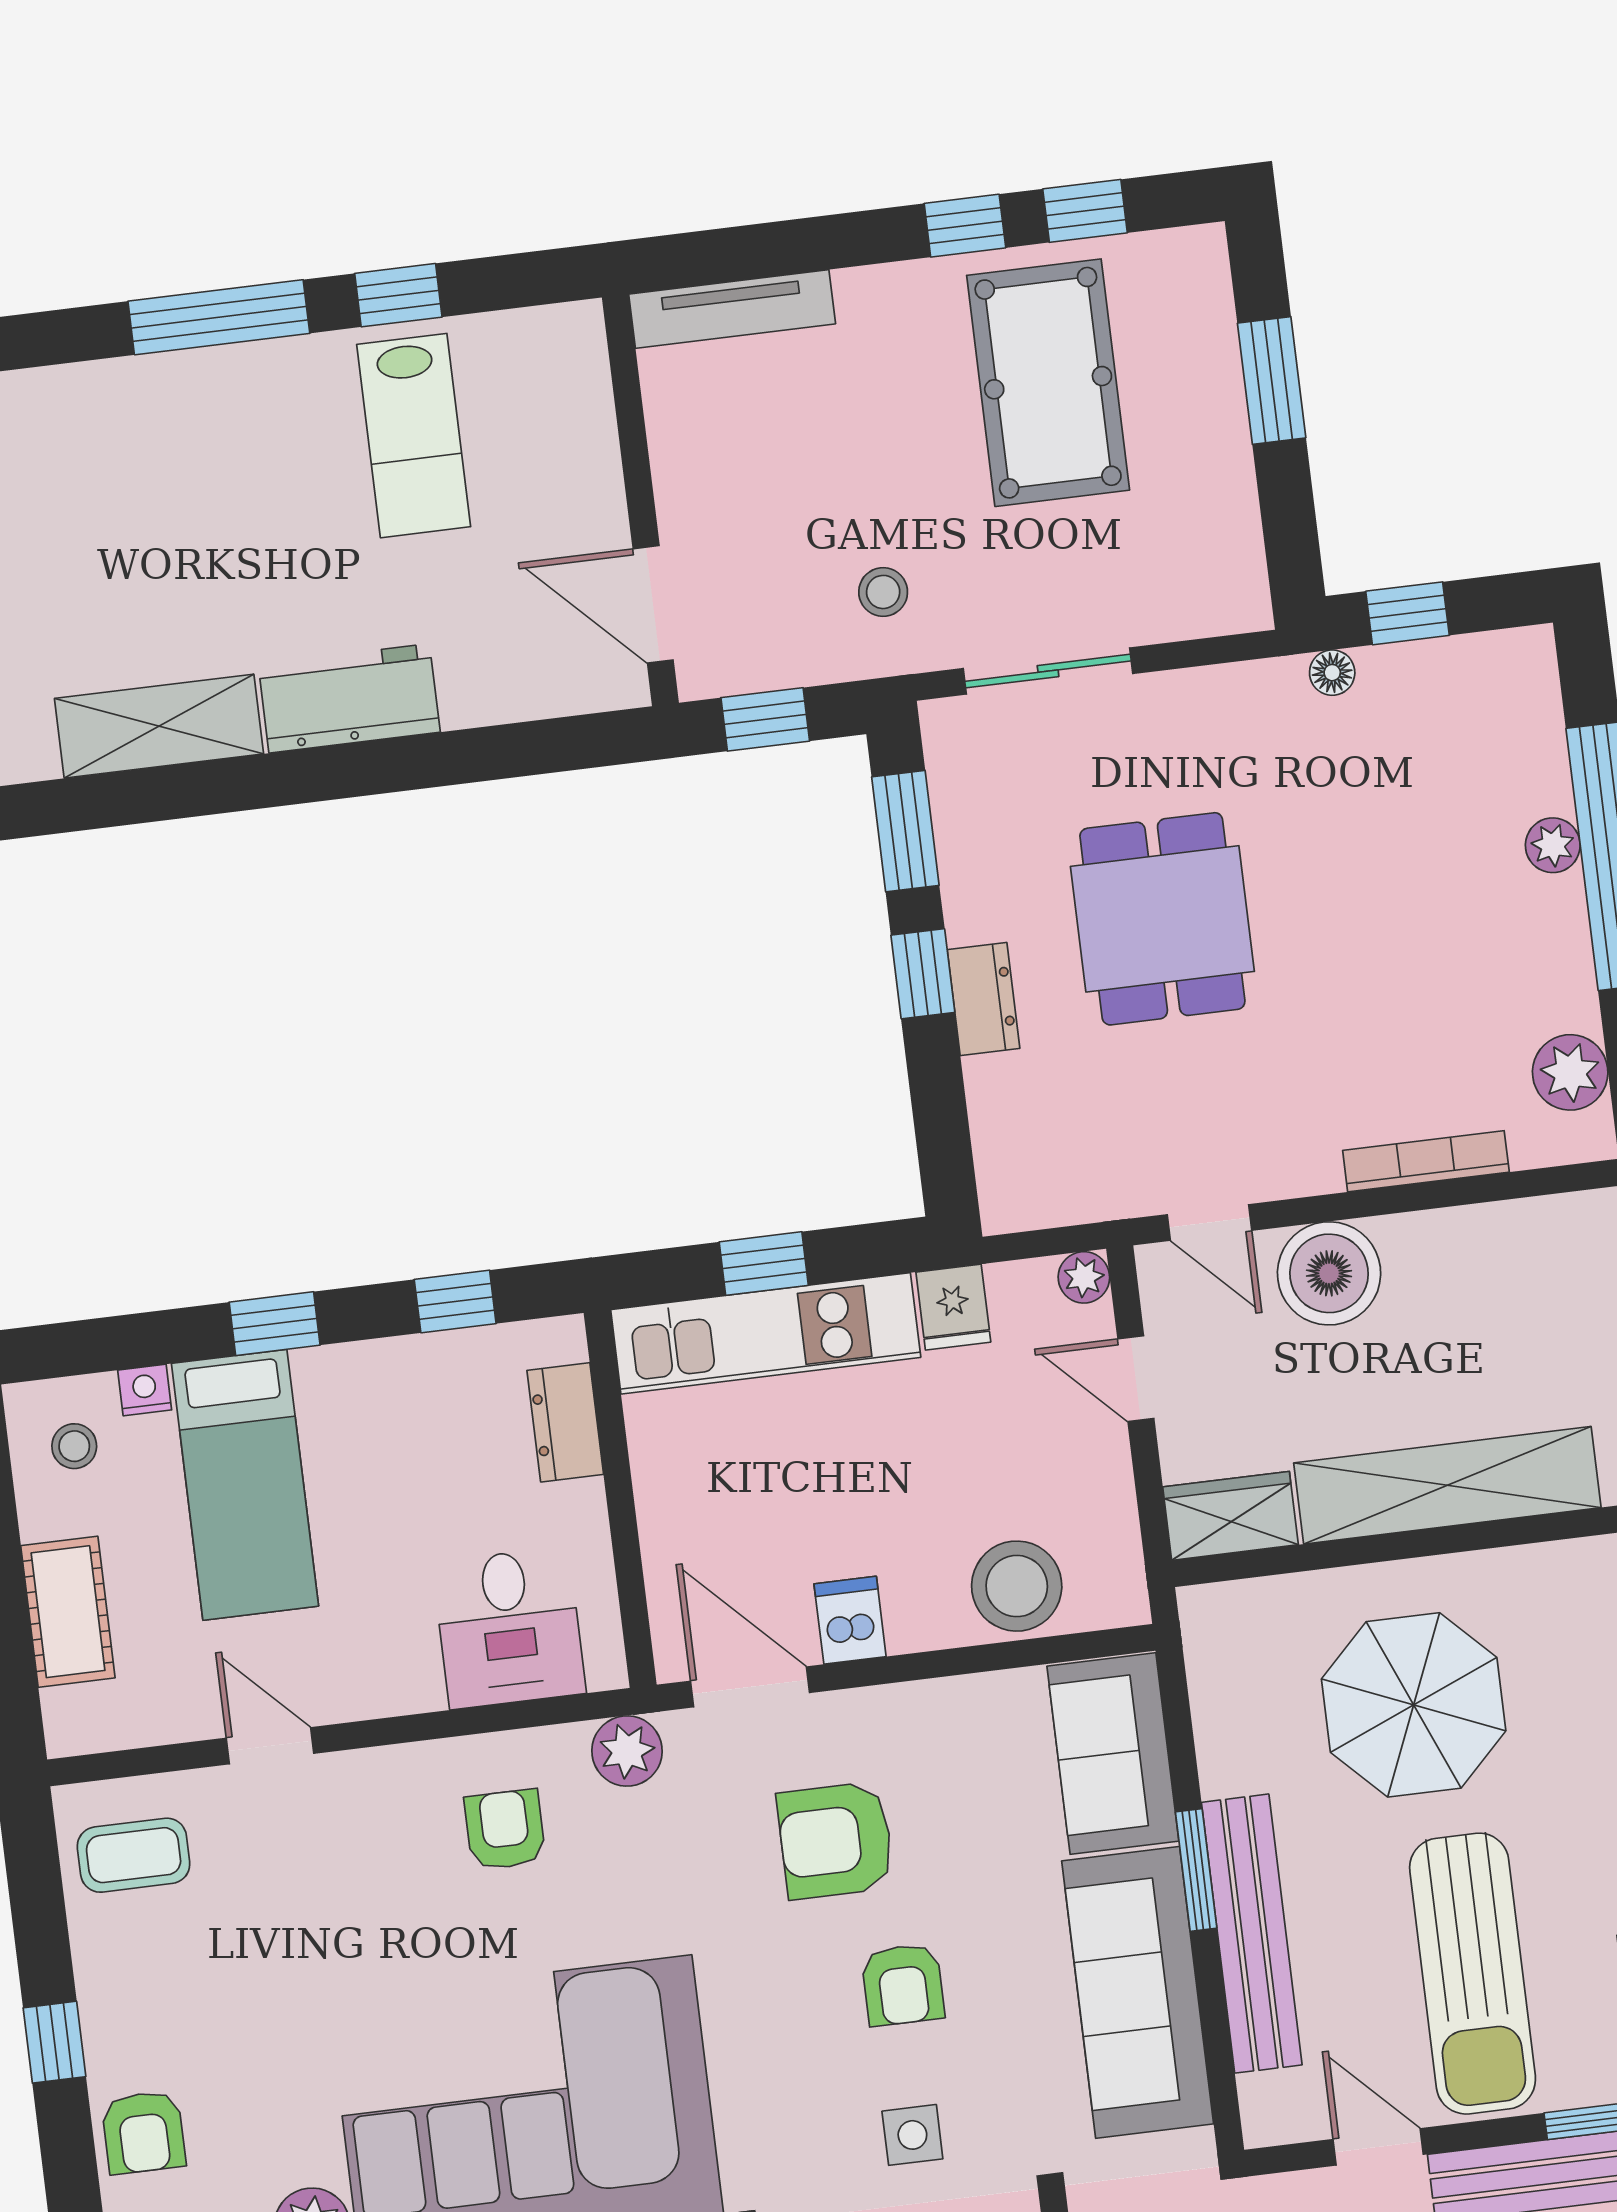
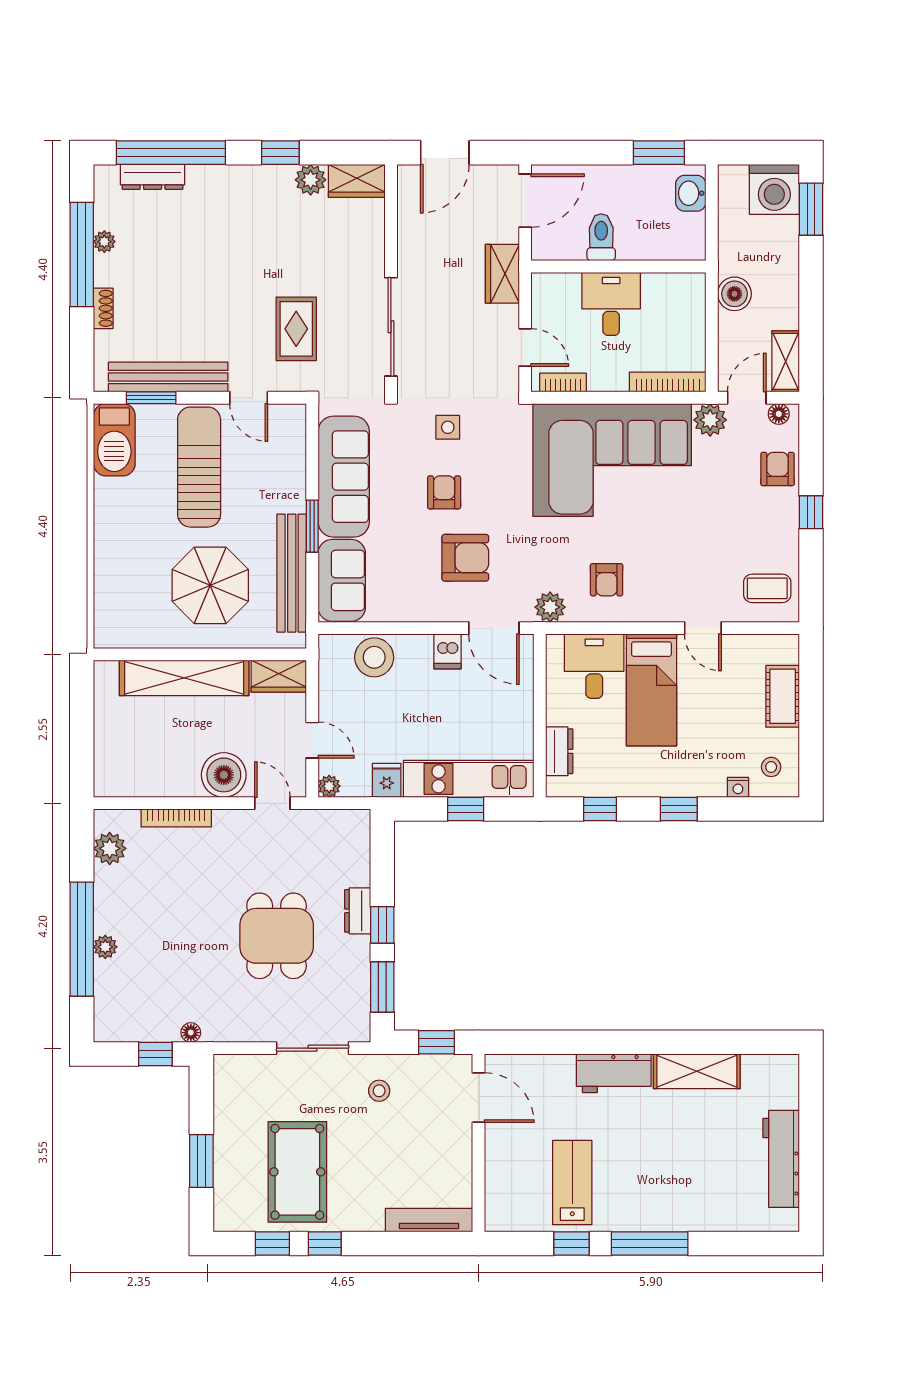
bed: (245, 1485) -> (651, 690), moved, turned 180
bench: (1252, 1934) -> (292, 573), moved

